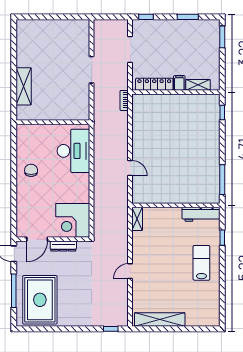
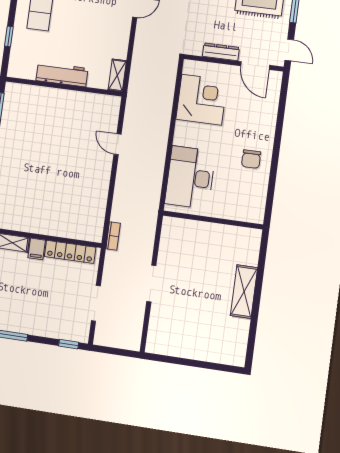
shelving: (24, 86) -> (244, 292), moved
workbench: (201, 214) -> (62, 74), moved
corner desk: (73, 220) -> (202, 100), moved
door: (37, 239) -> (255, 66), swing flipped

